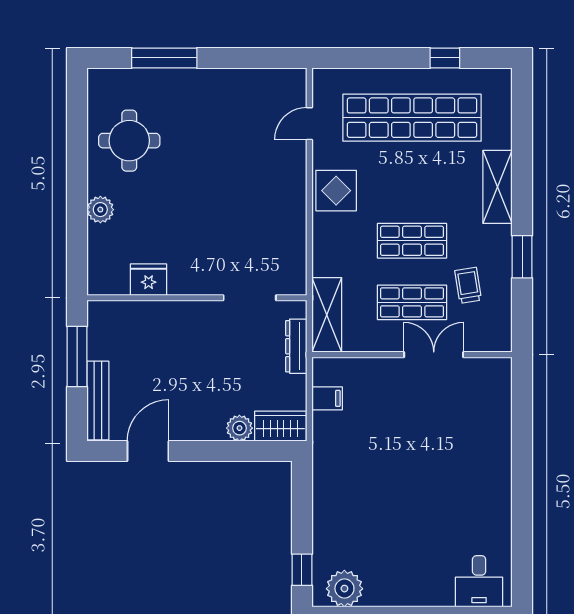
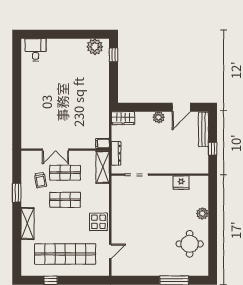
window: (77, 356) -> (213, 149), width x0.46
filing cabinet: (327, 398) -> (102, 143), moved
plant: (239, 428) -> (159, 117), moved

